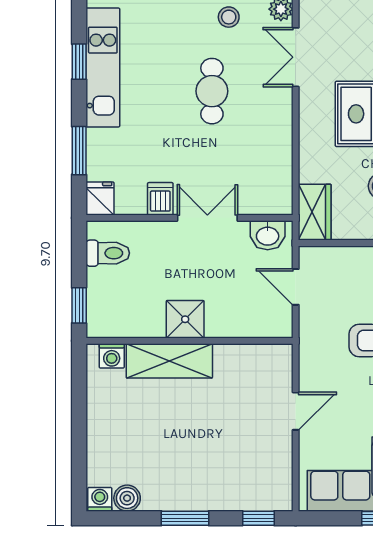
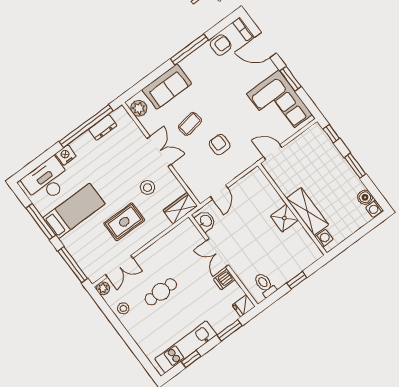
shower: (185, 319) -> (284, 218), moved
wall: (189, 341) -> (292, 209), moved
washing machine: (112, 356) -> (324, 238), moved
shelving: (169, 361) -> (308, 212), moved

